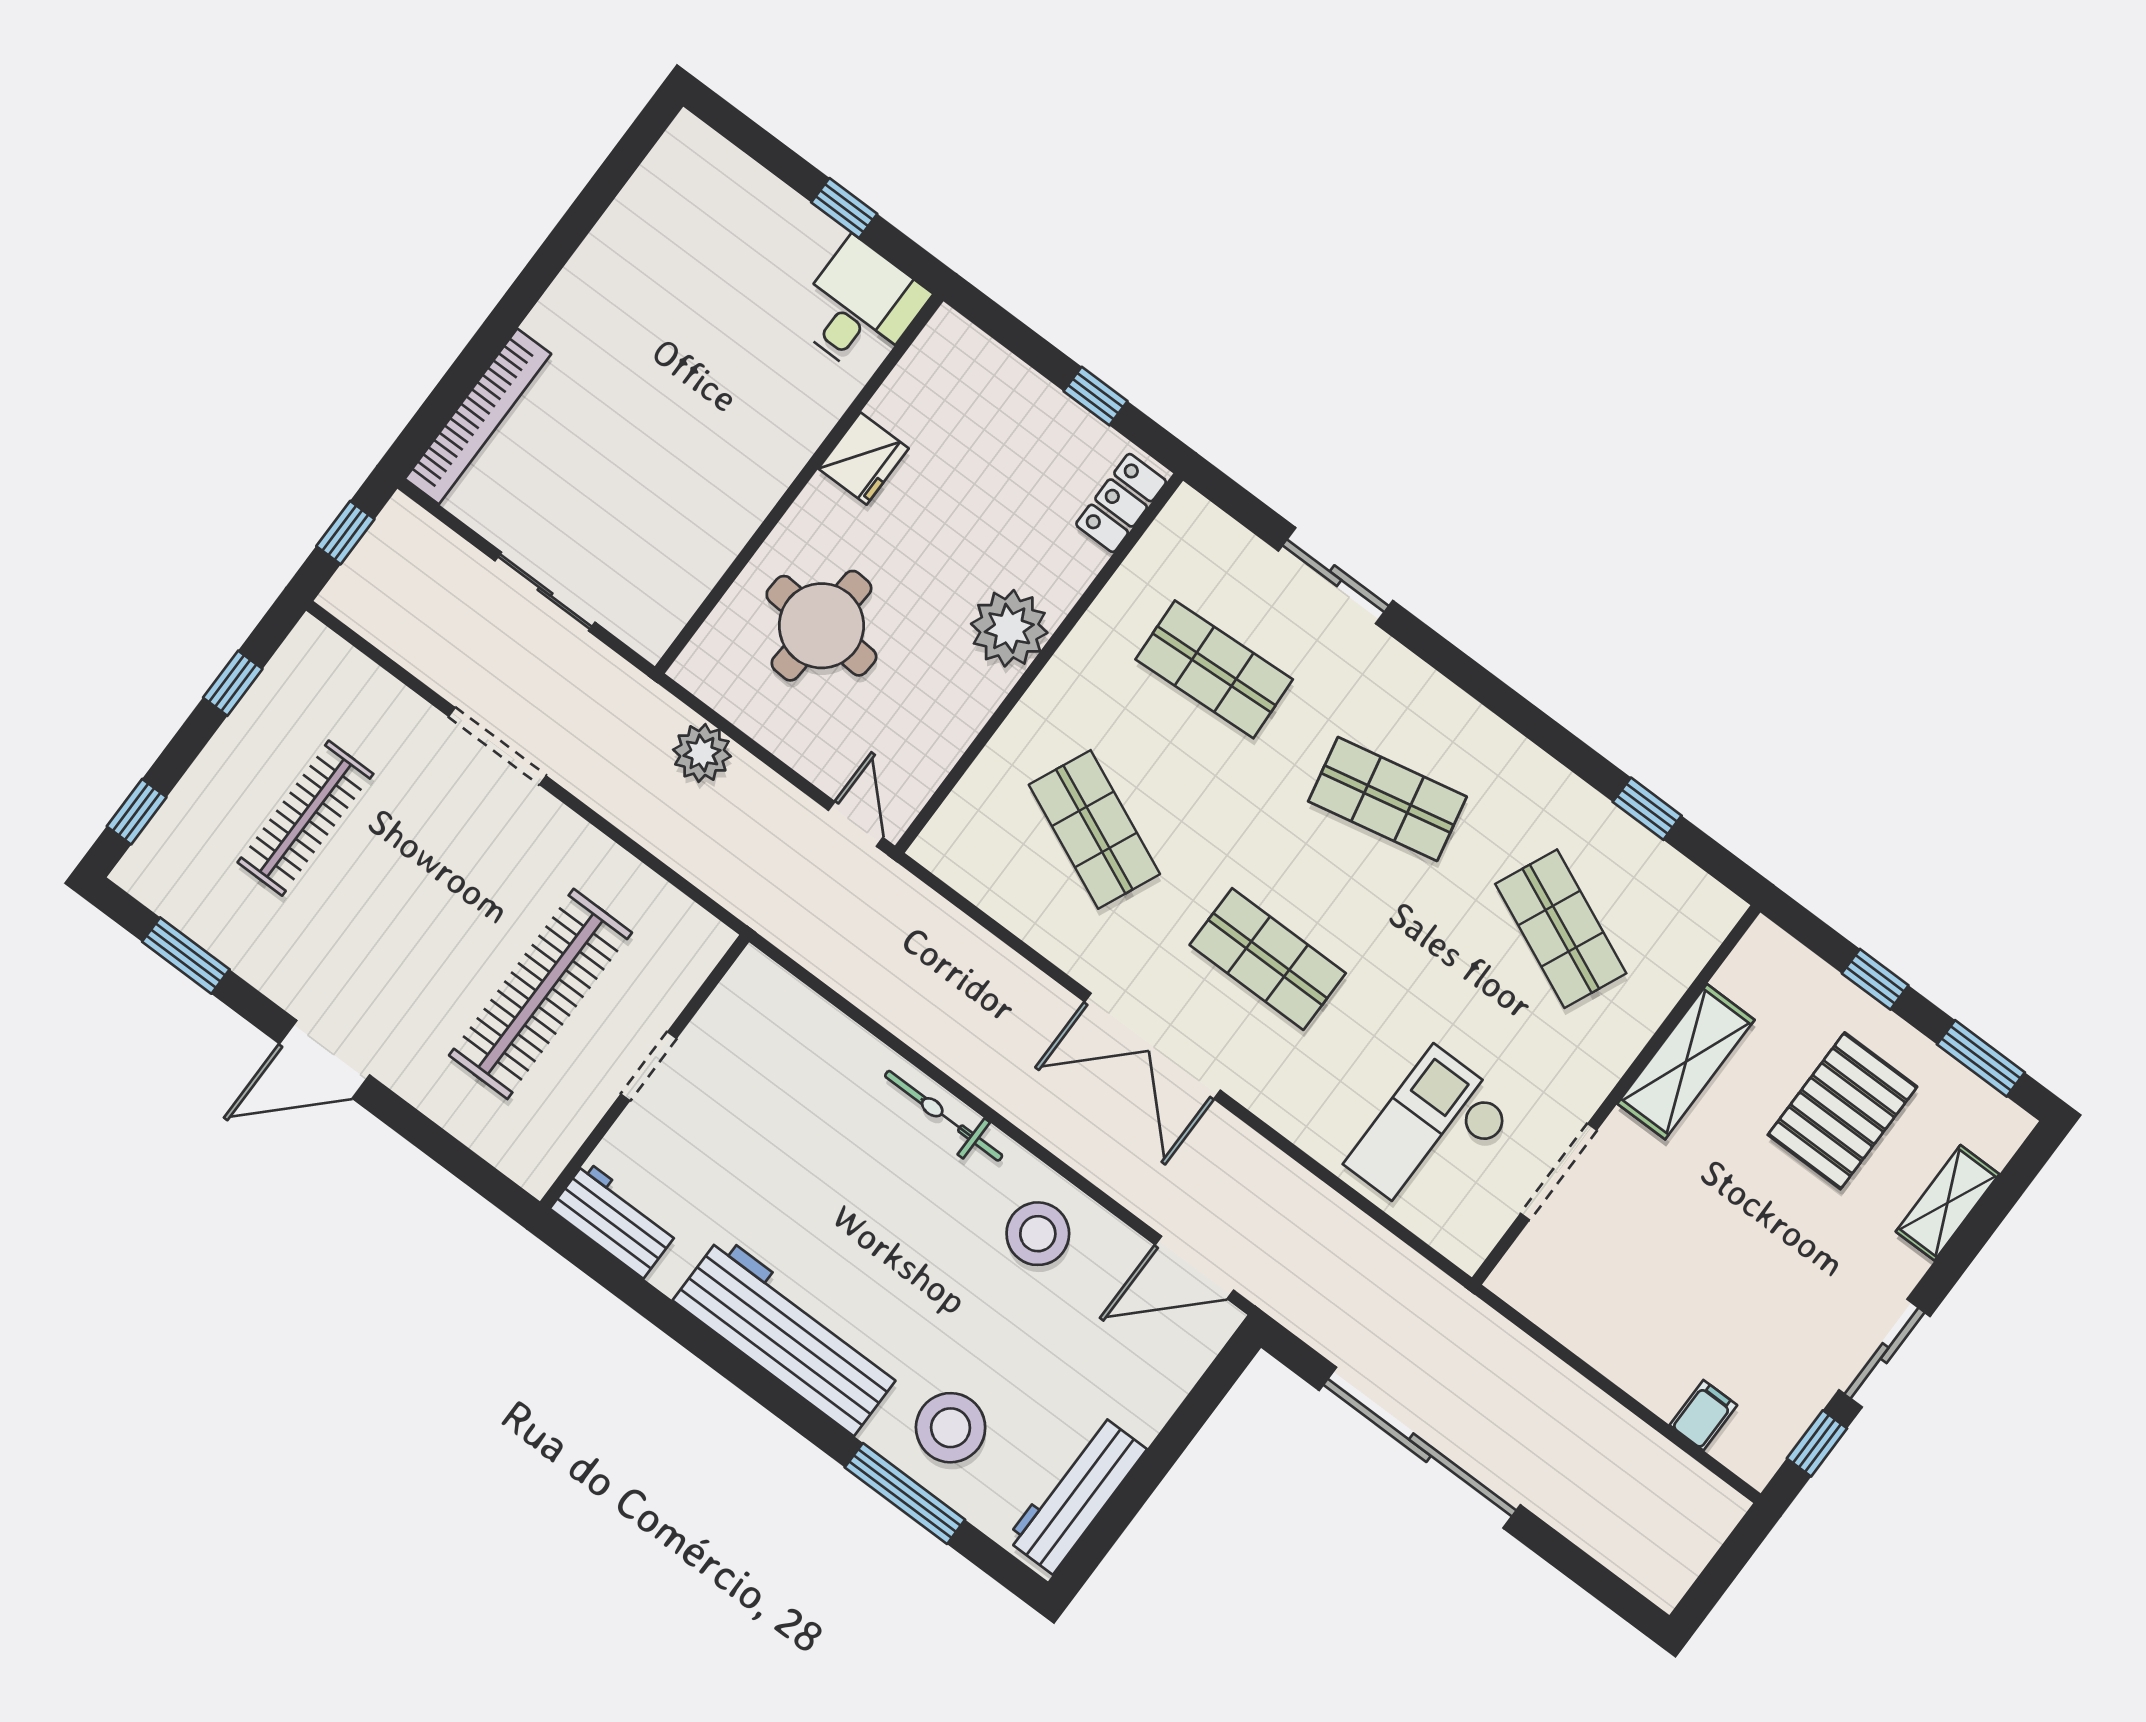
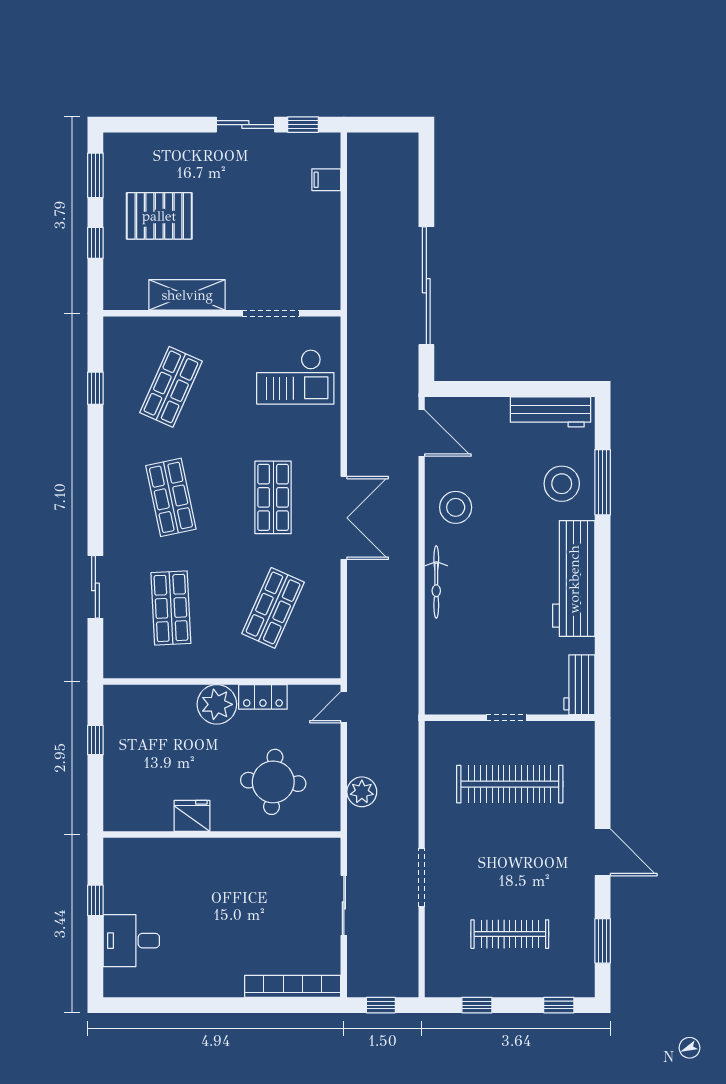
desk: (860, 307) -> (131, 941), moved
locker: (1121, 503) -> (263, 697), moved
shelving: (1948, 1203) -> (165, 145), removed

